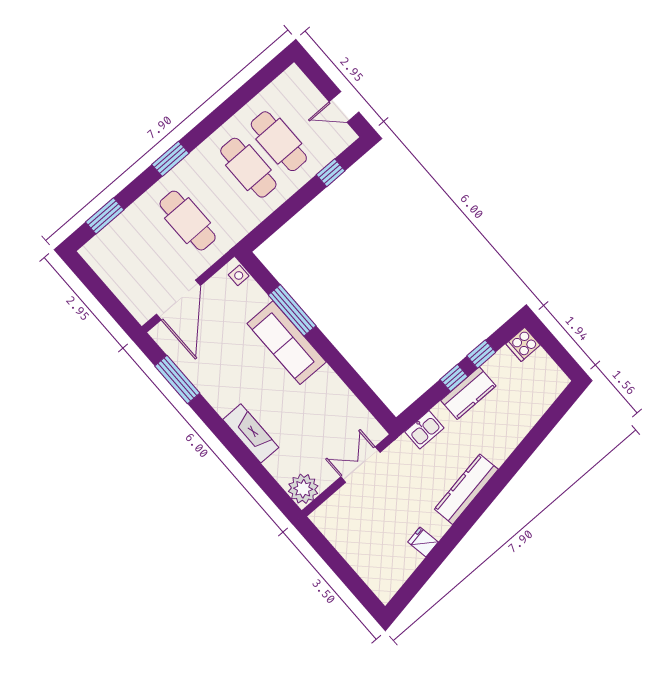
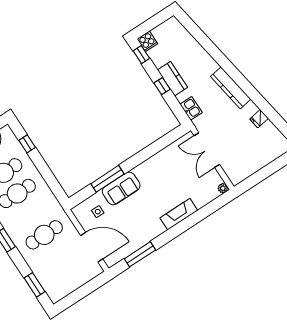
side table: (239, 275) -> (98, 212), moved
sofa: (287, 343) -> (121, 188), width x0.73
window: (481, 354) -> (141, 55), moved
double door: (360, 465) -> (207, 150), width x1.37
plant: (303, 489) -> (223, 188), width x0.53, depth x0.53

